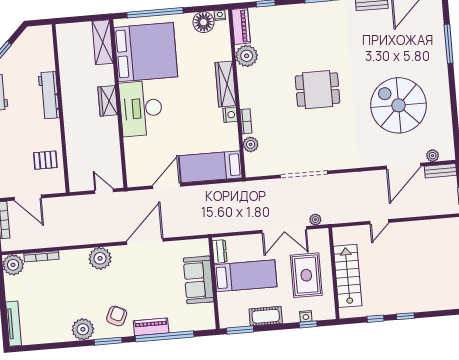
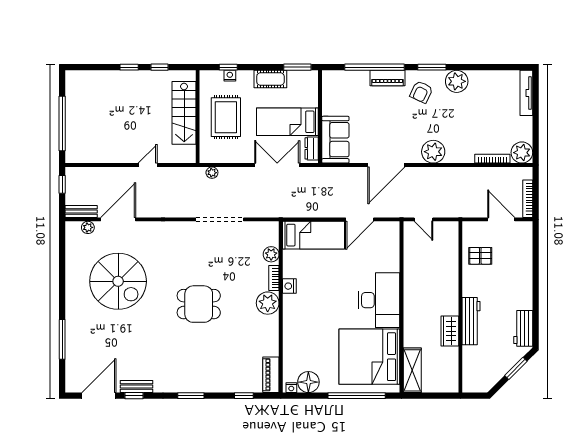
plant: (247, 56) -> (268, 303), moved
wardrobe: (226, 84) -> (291, 317), removed
wardrobe: (108, 101) -> (450, 331), moved, turned 180
double door: (284, 230) -> (277, 165), moved
sofa: (199, 280) -> (335, 140), moved

